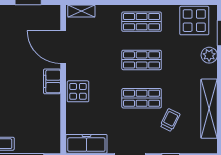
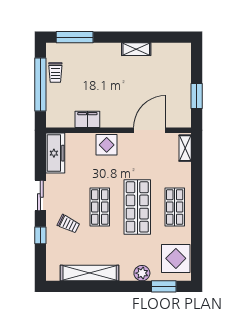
shop shelf: (142, 60) -> (137, 207), width x1.43, depth x1.36
filing cabinet: (52, 81) -> (87, 119), moved
trolley: (170, 120) -> (68, 224), moved

